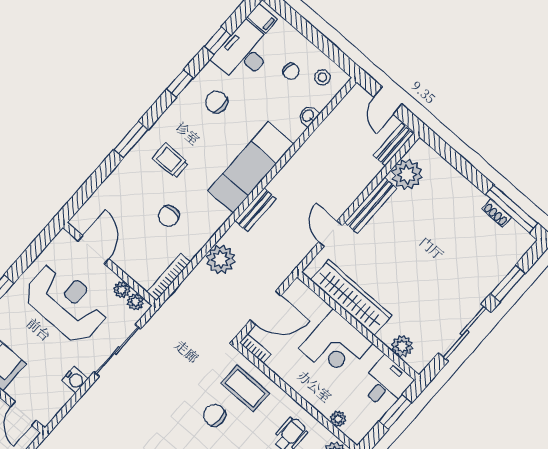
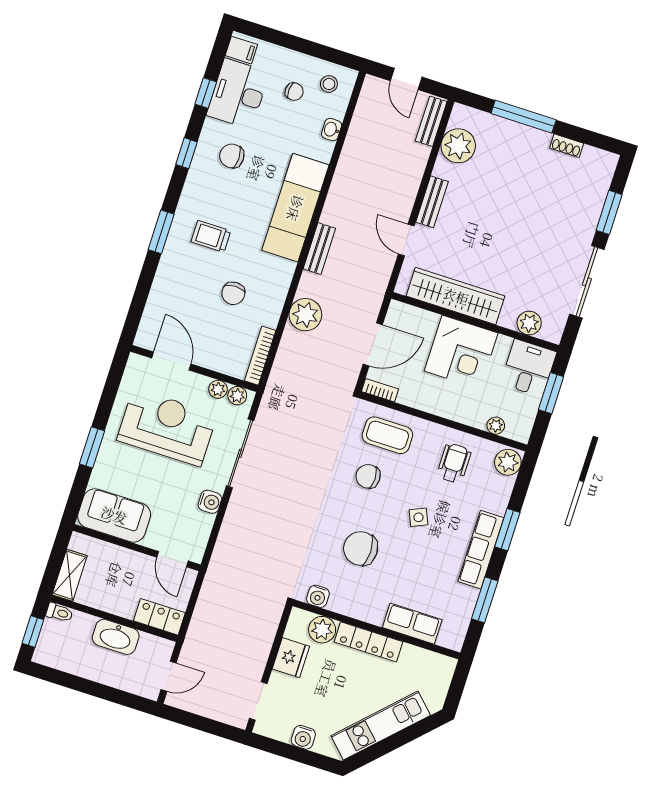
bench: (371, 205) -> (432, 202), width x0.73
window: (512, 209) -> (524, 117), moved

